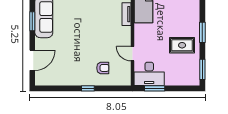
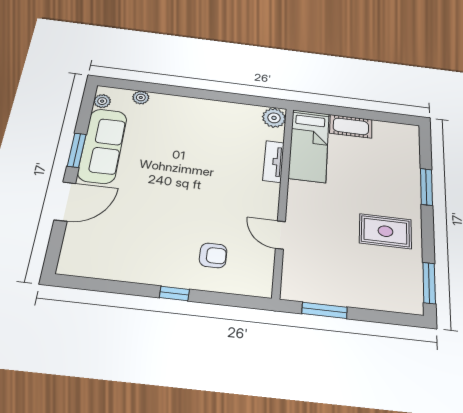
window: (202, 32) -> (426, 187), moved
door: (32, 60) -> (65, 201), moved
desk: (149, 74) -> (314, 279), removed

